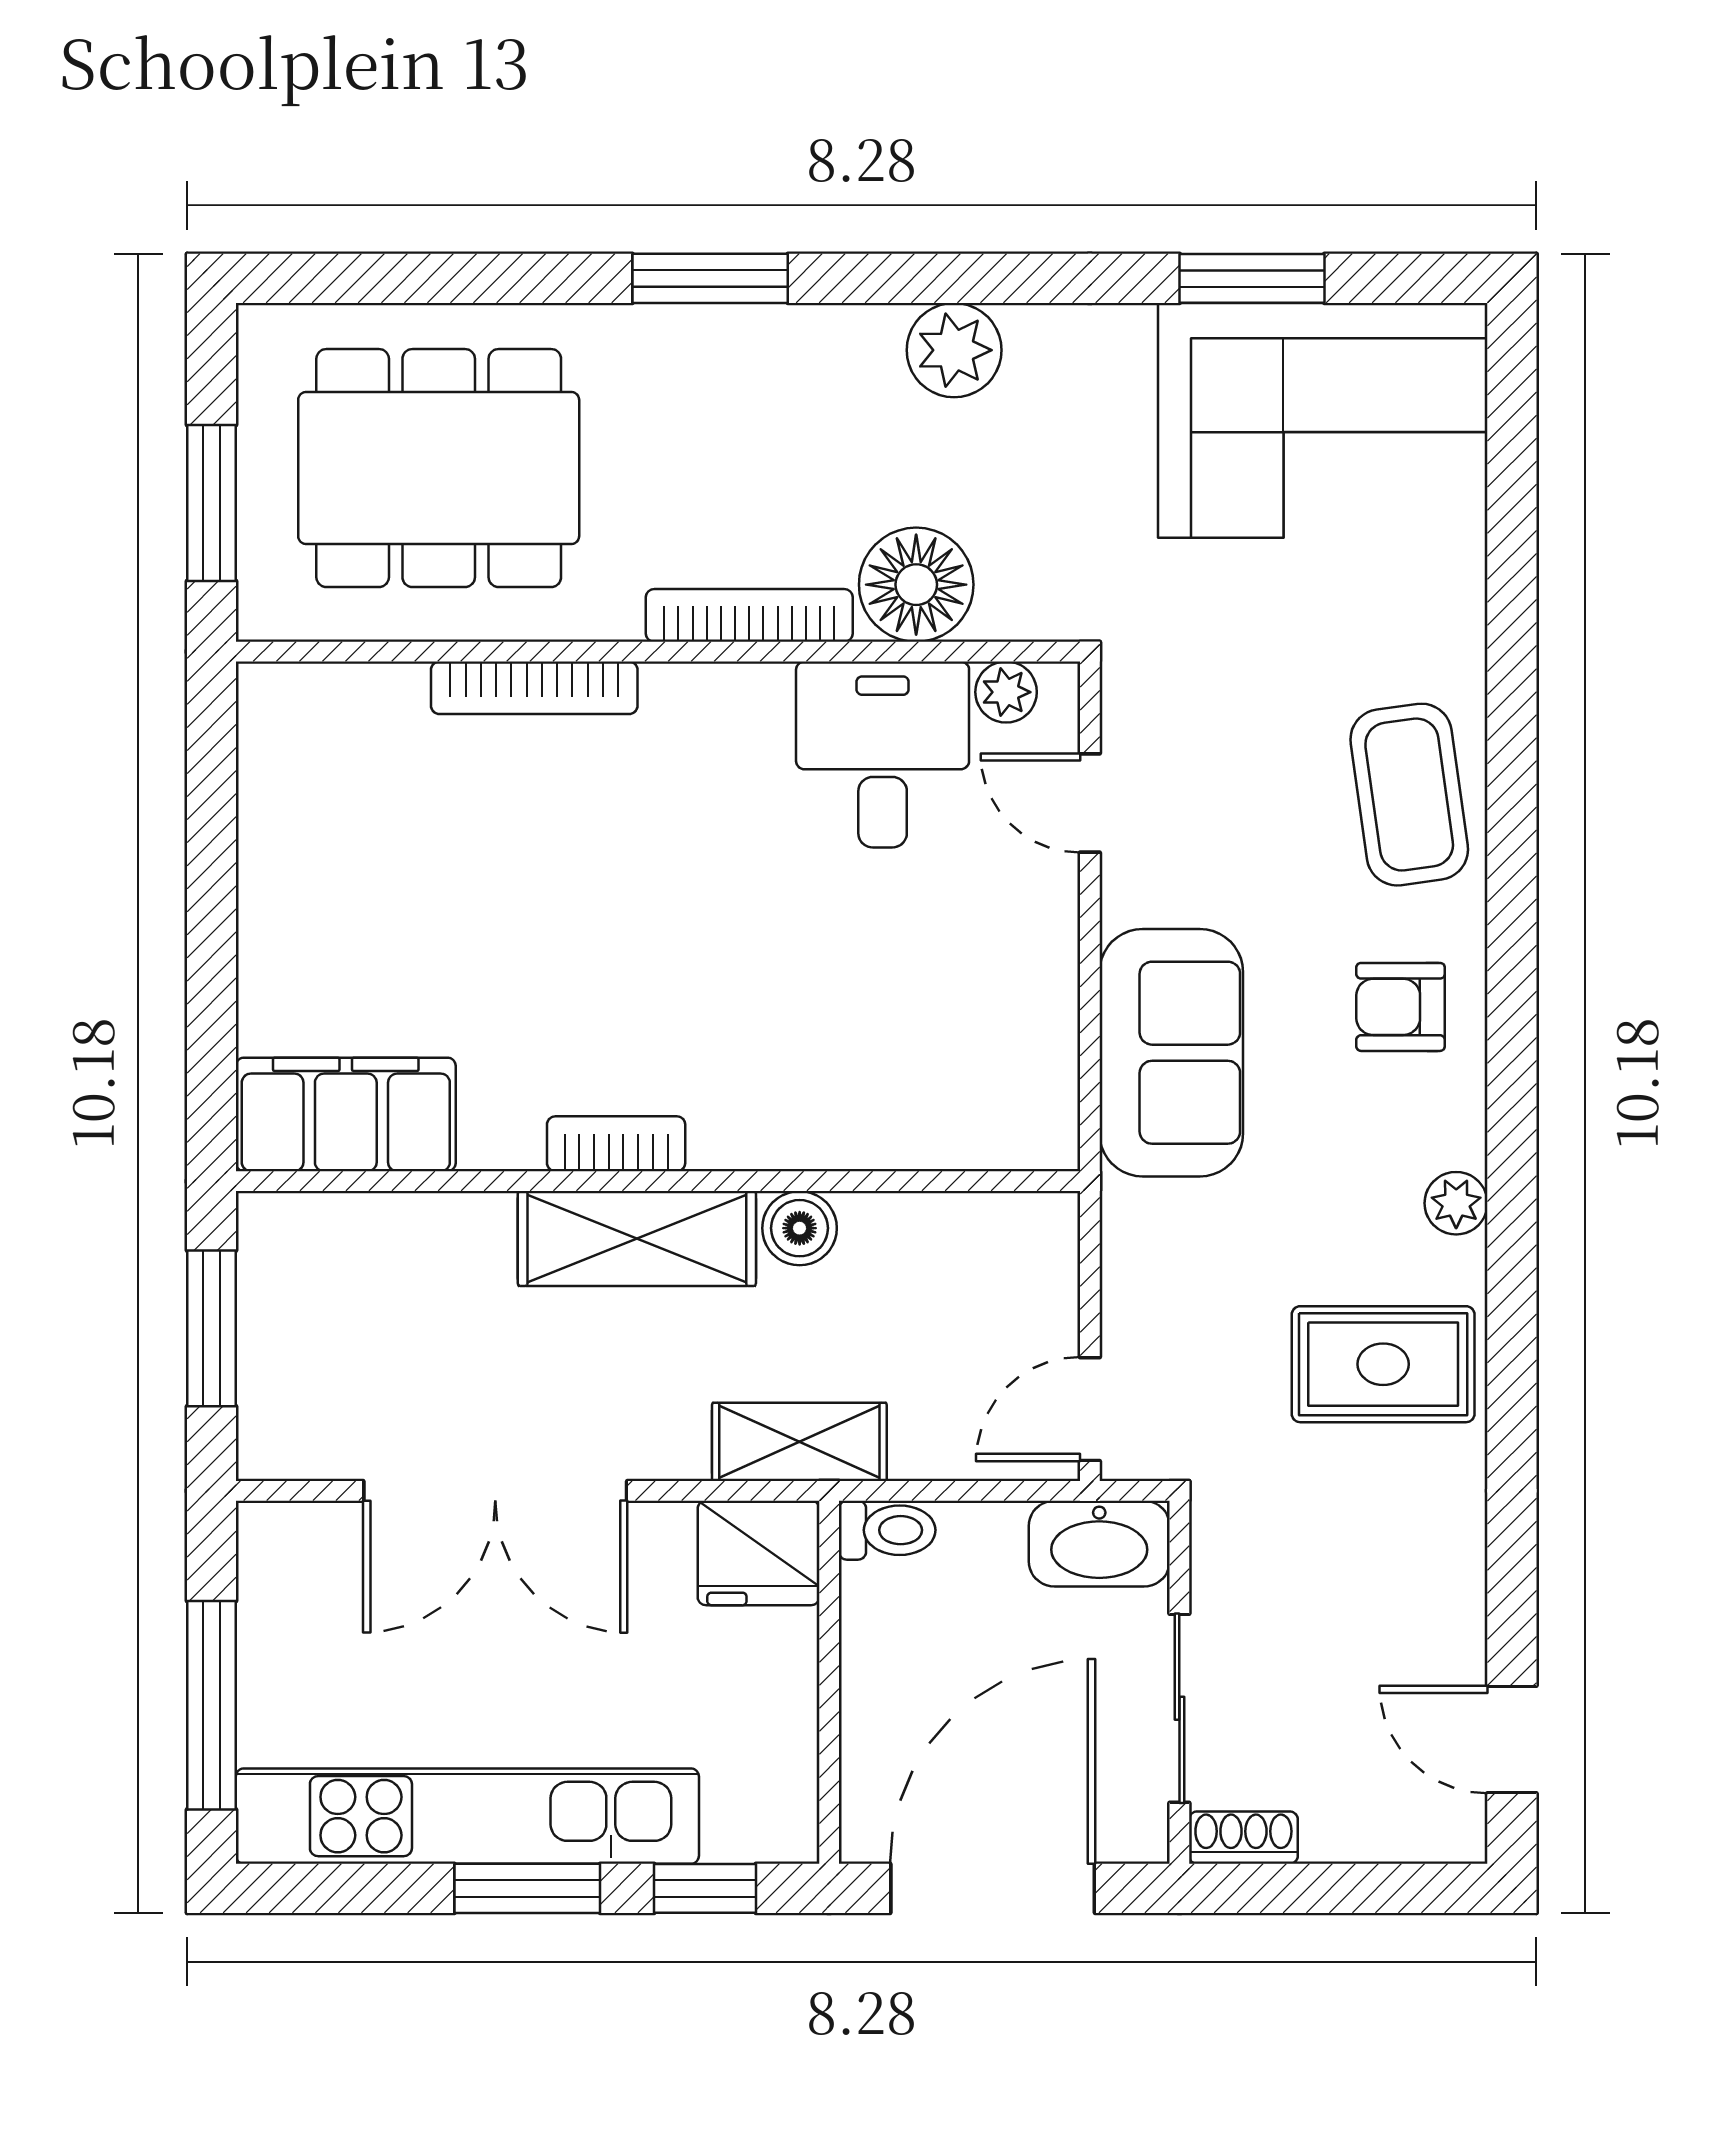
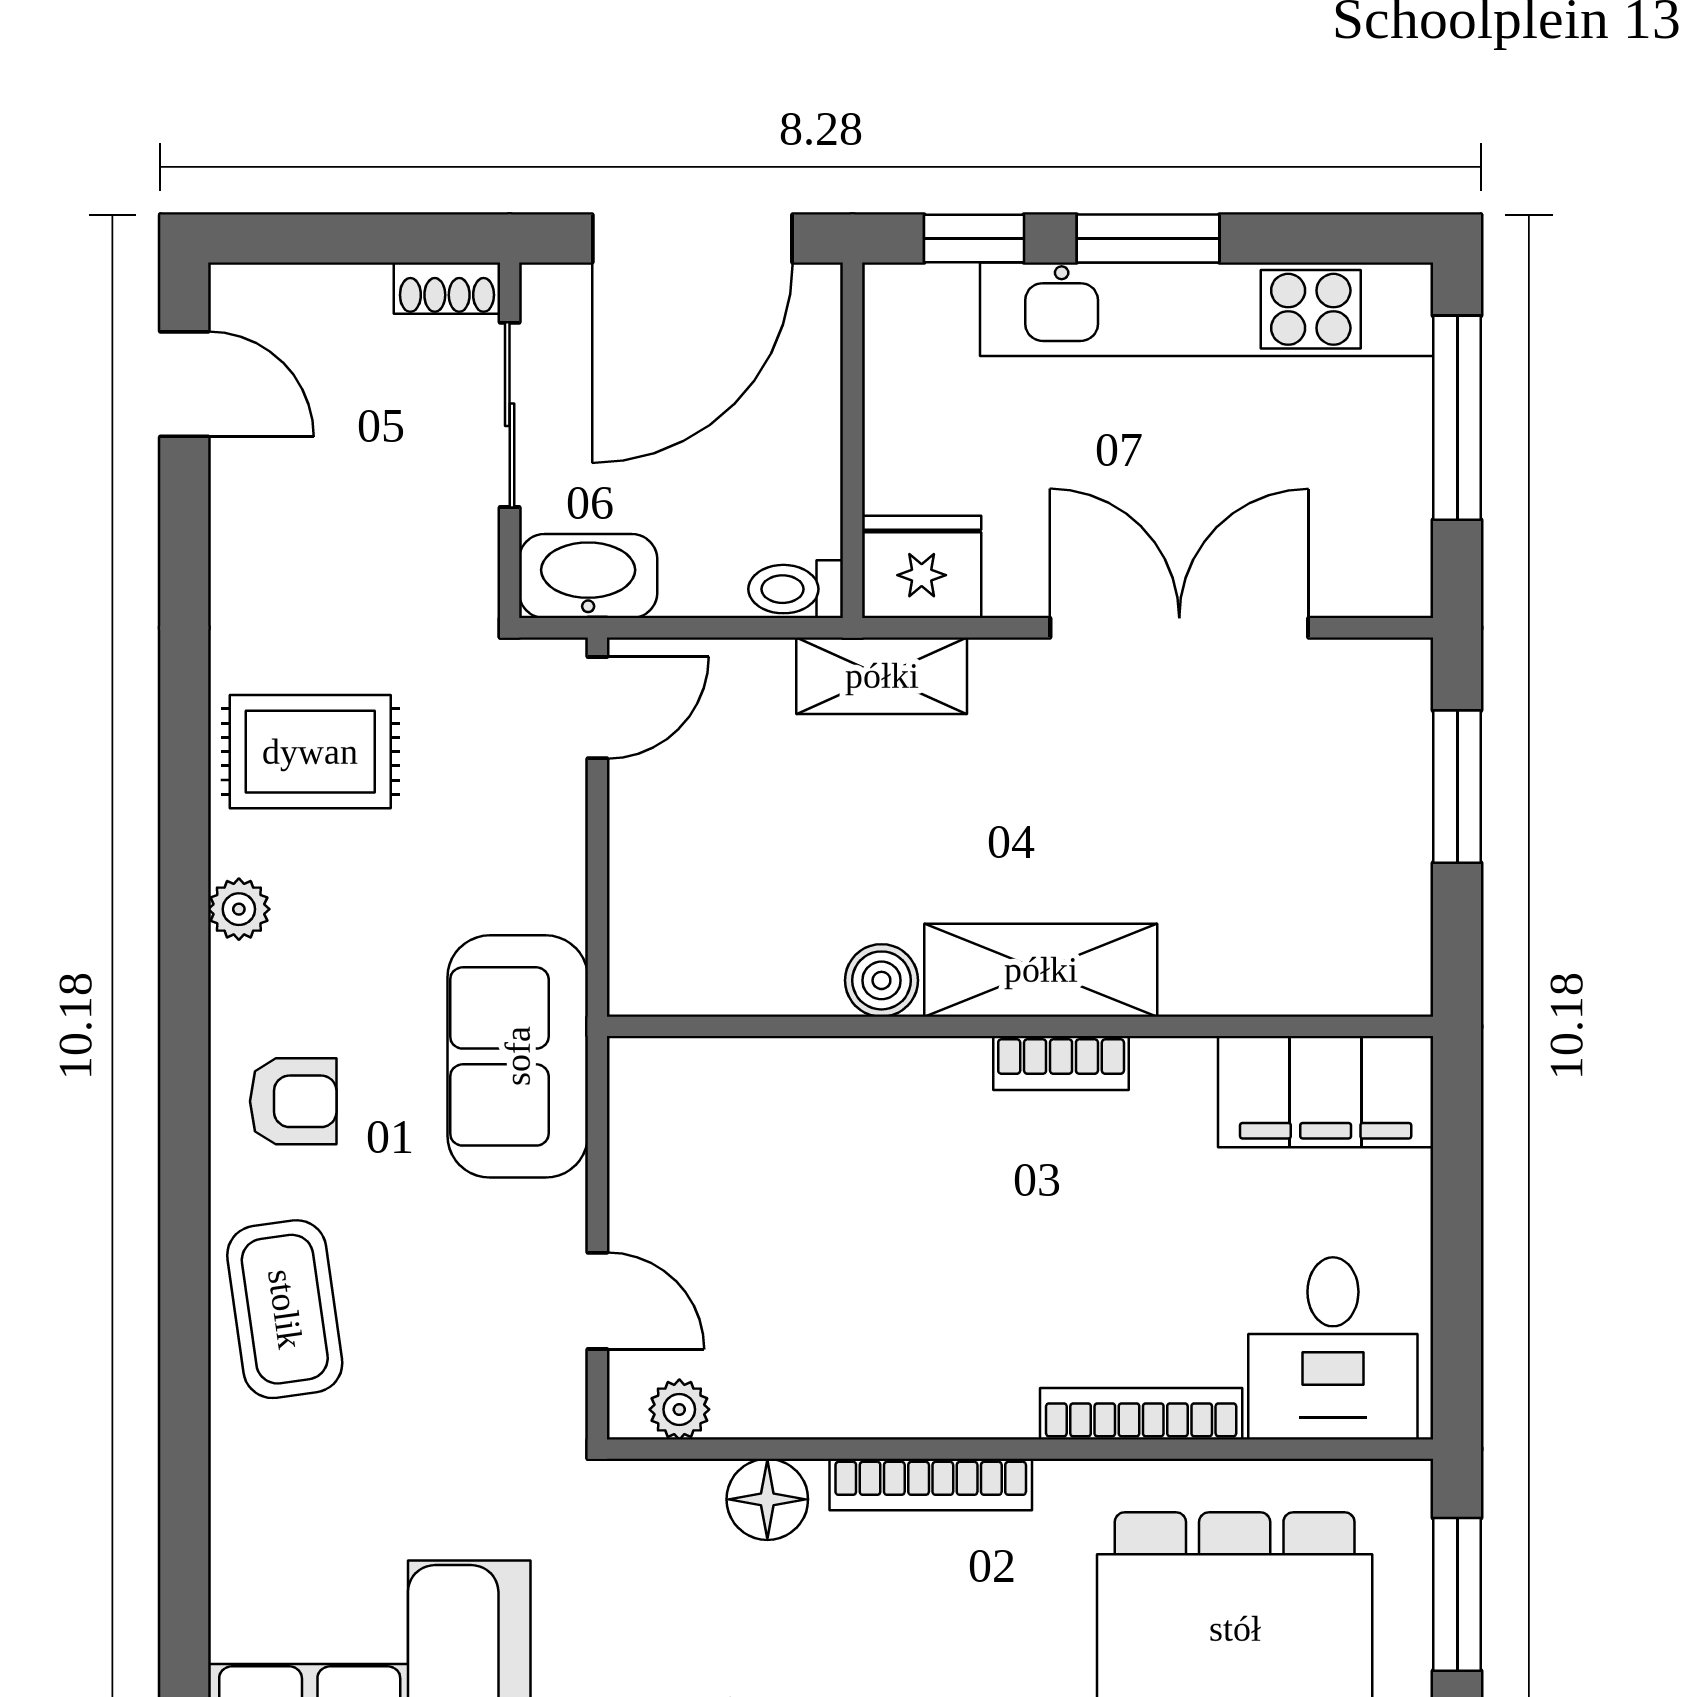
floor lamp: (916, 585) -> (767, 1499), width x0.73, depth x0.73
desk: (883, 754) -> (1333, 1348), moved
filing cabinet: (346, 1114) -> (1326, 1092), moved
bookcase: (616, 1144) -> (1061, 1063), moved
wall: (658, 1181) -> (1020, 1026), moved
boiler: (800, 1228) -> (881, 980), moved
shelving: (637, 1239) -> (1041, 970), moved

